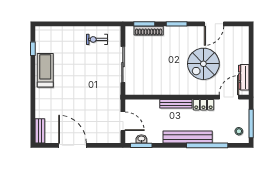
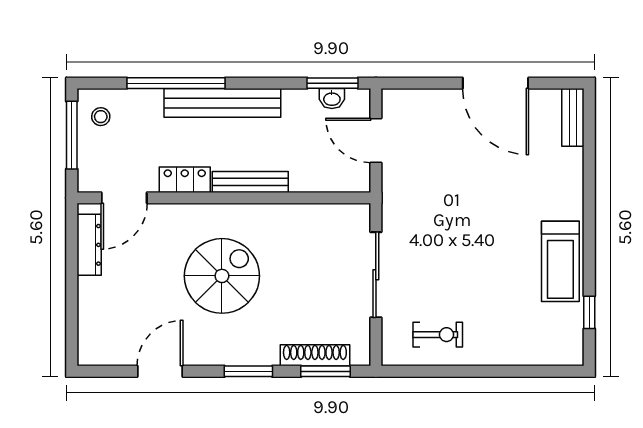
spiral stairs: (203, 64) -> (222, 276), moved

